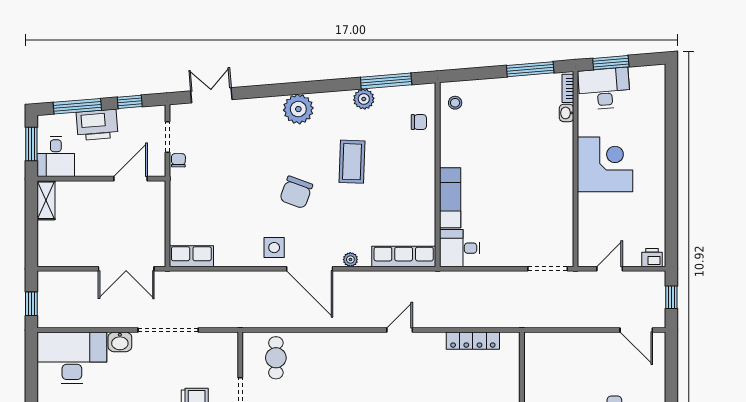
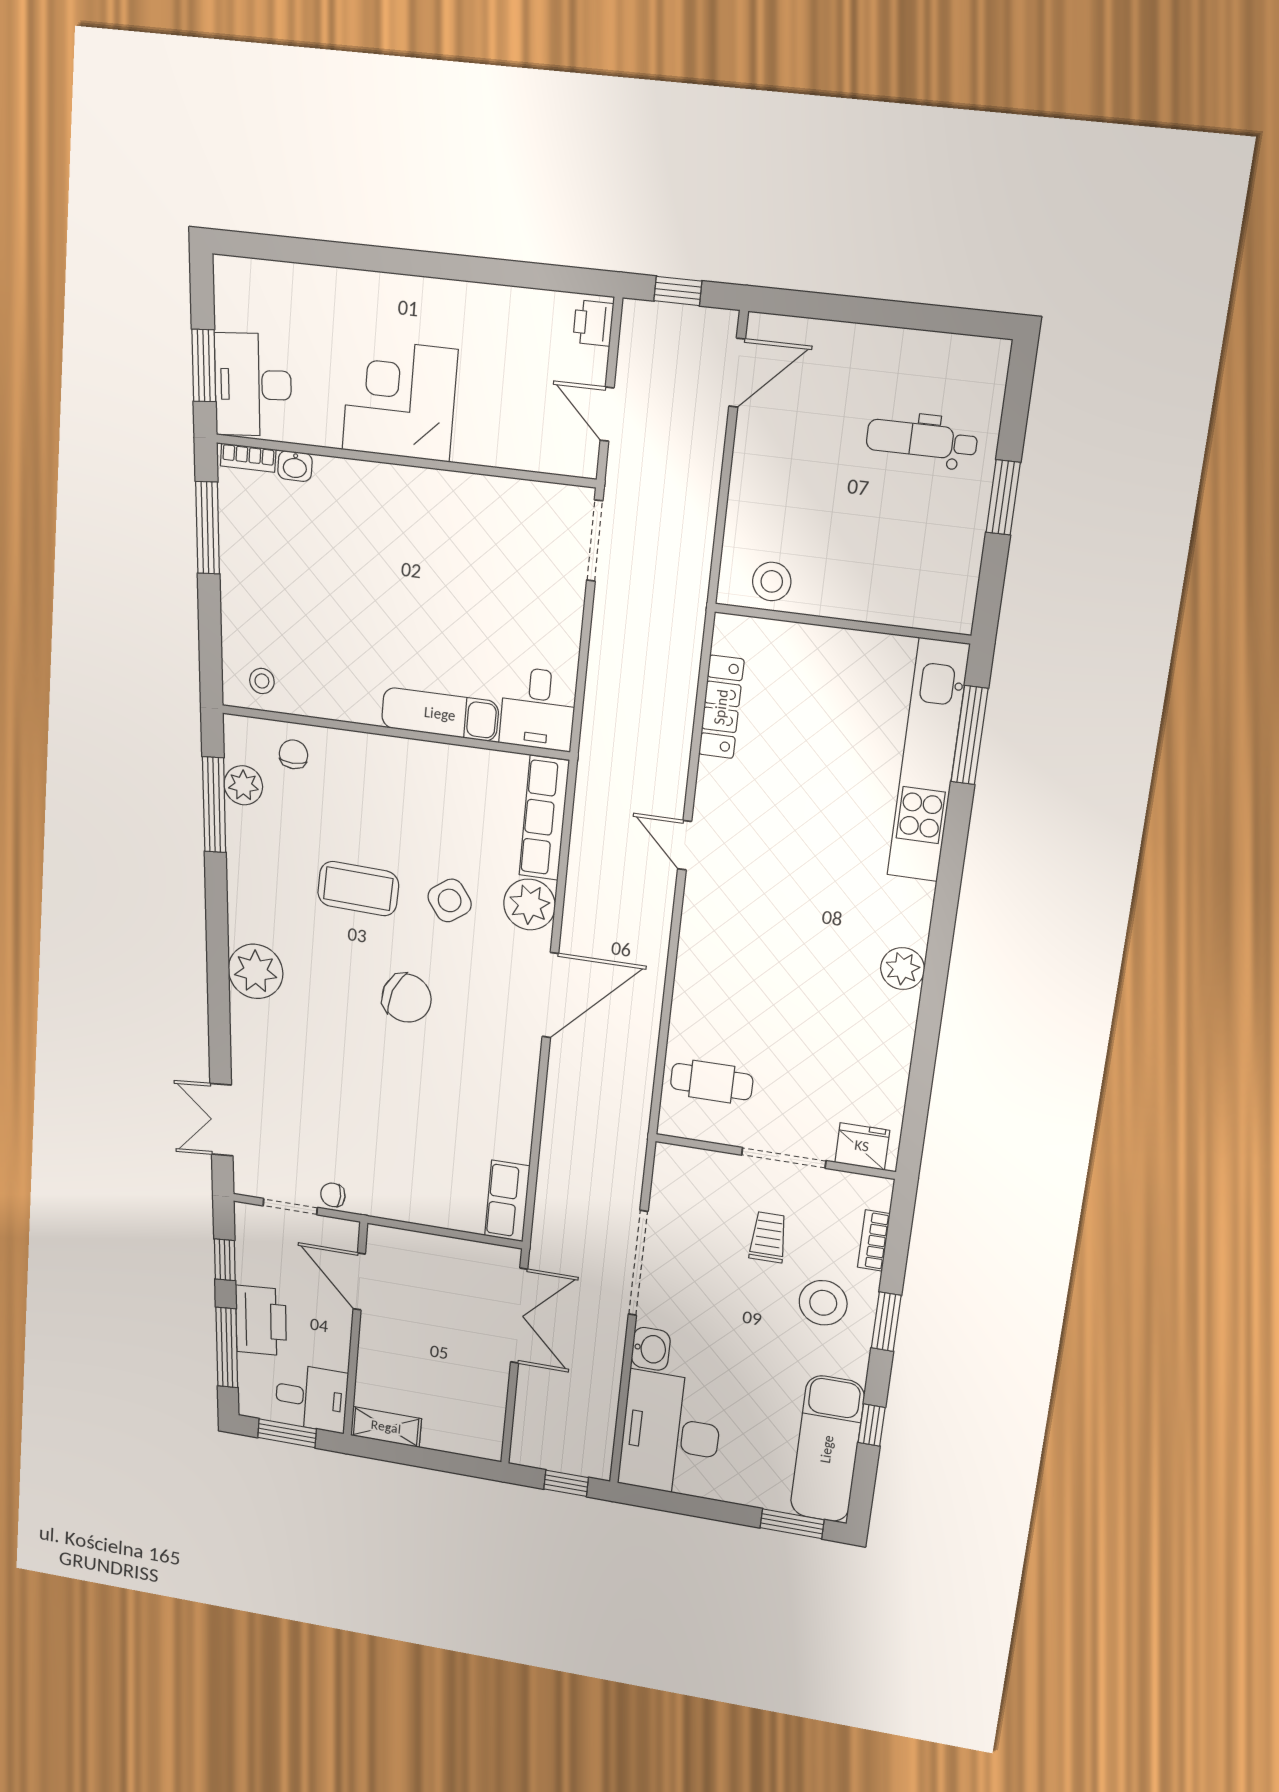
plant: (364, 99) -> (243, 785), moved
side table: (274, 248) -> (450, 900), moved, turned -36
plant: (350, 260) -> (530, 904), width x1.88, depth x1.88
stool: (538, 358) -> (772, 581), added

